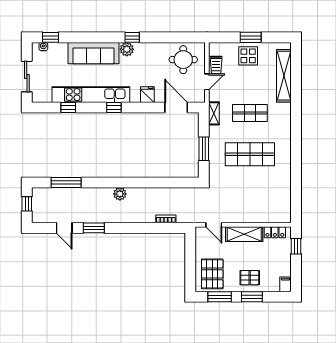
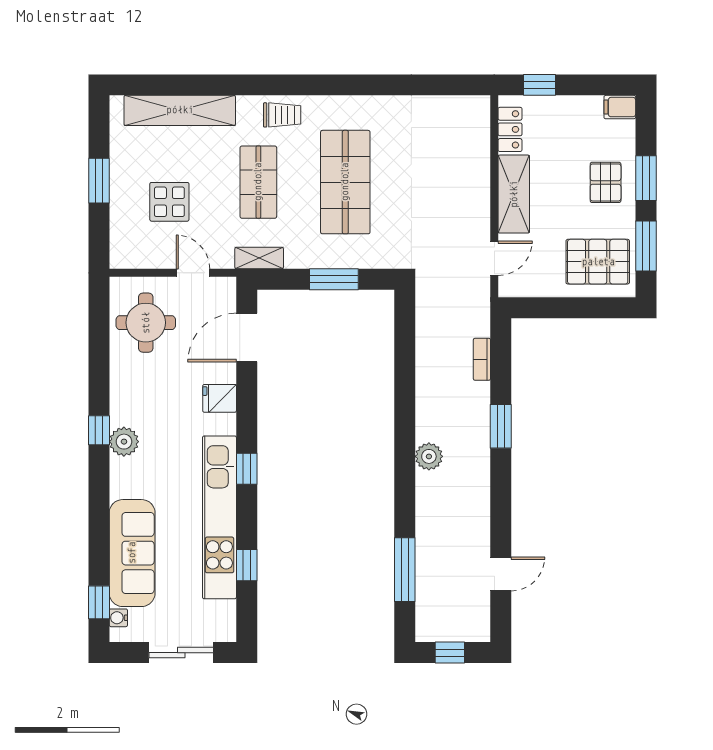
sofa: (93, 53) -> (132, 553), moved
display table: (248, 56) -> (169, 202), moved
trolley: (216, 65) -> (282, 115), moved
window: (94, 228) -> (501, 426), moved

